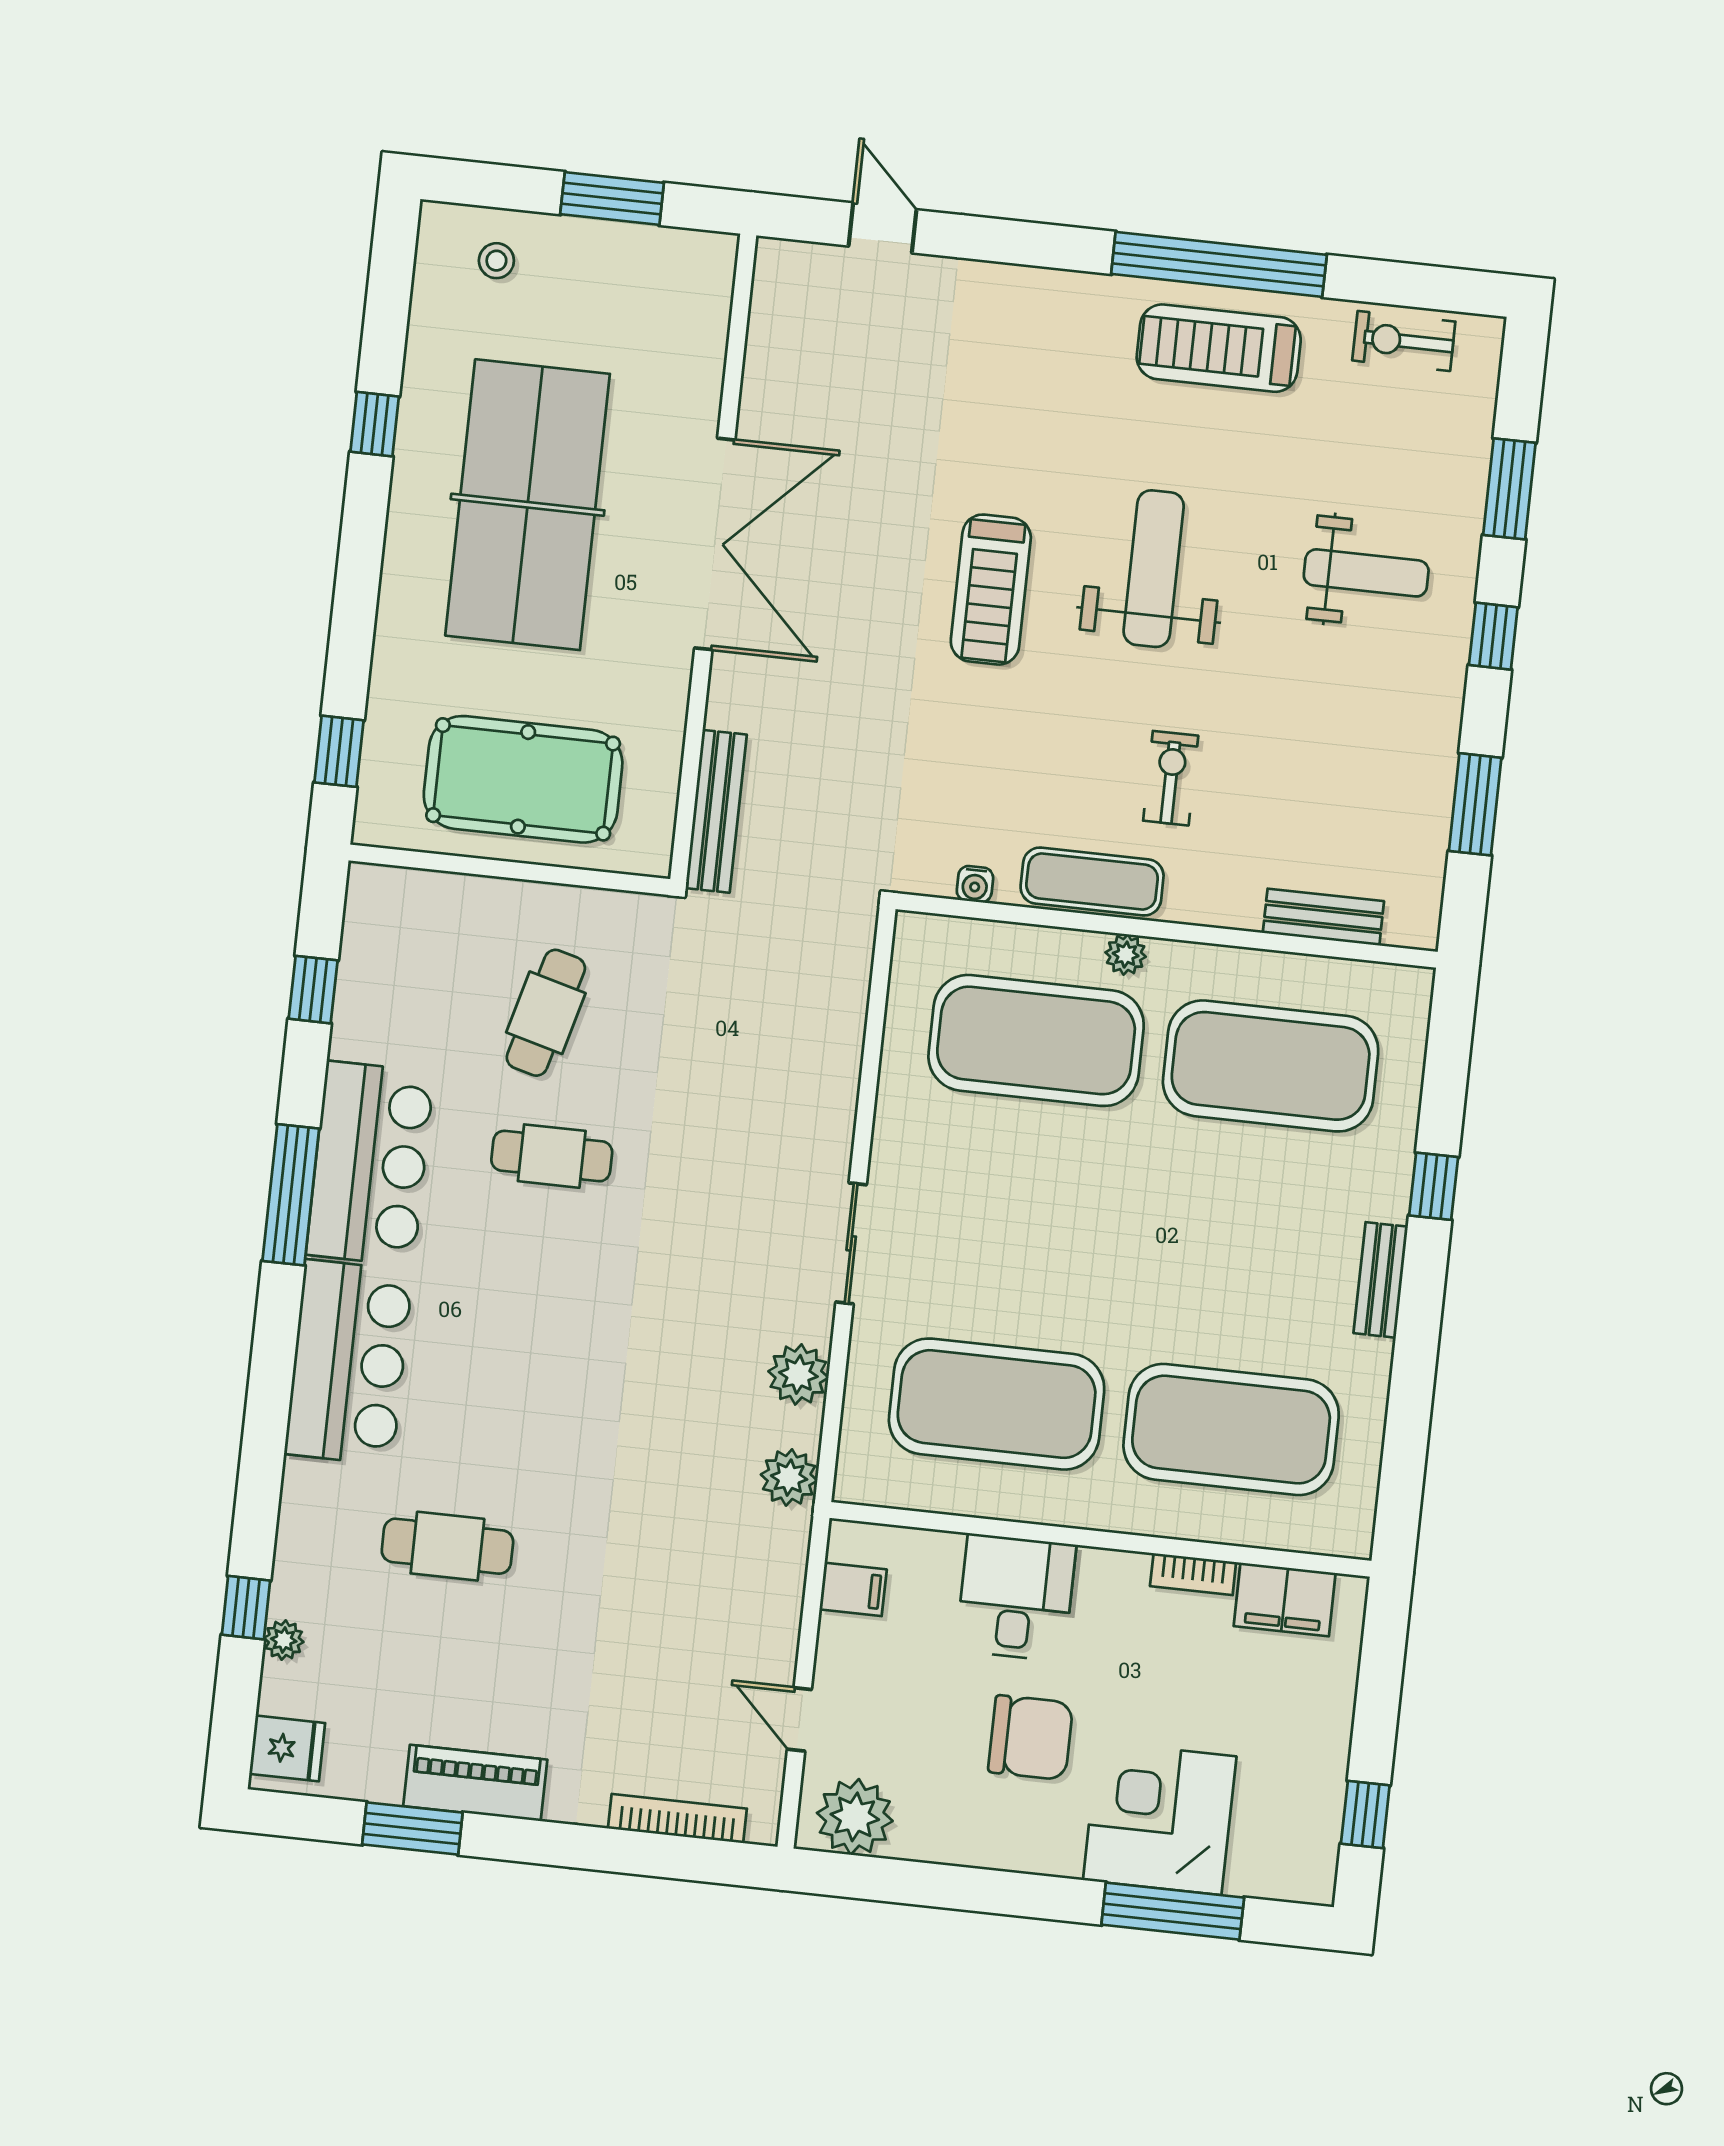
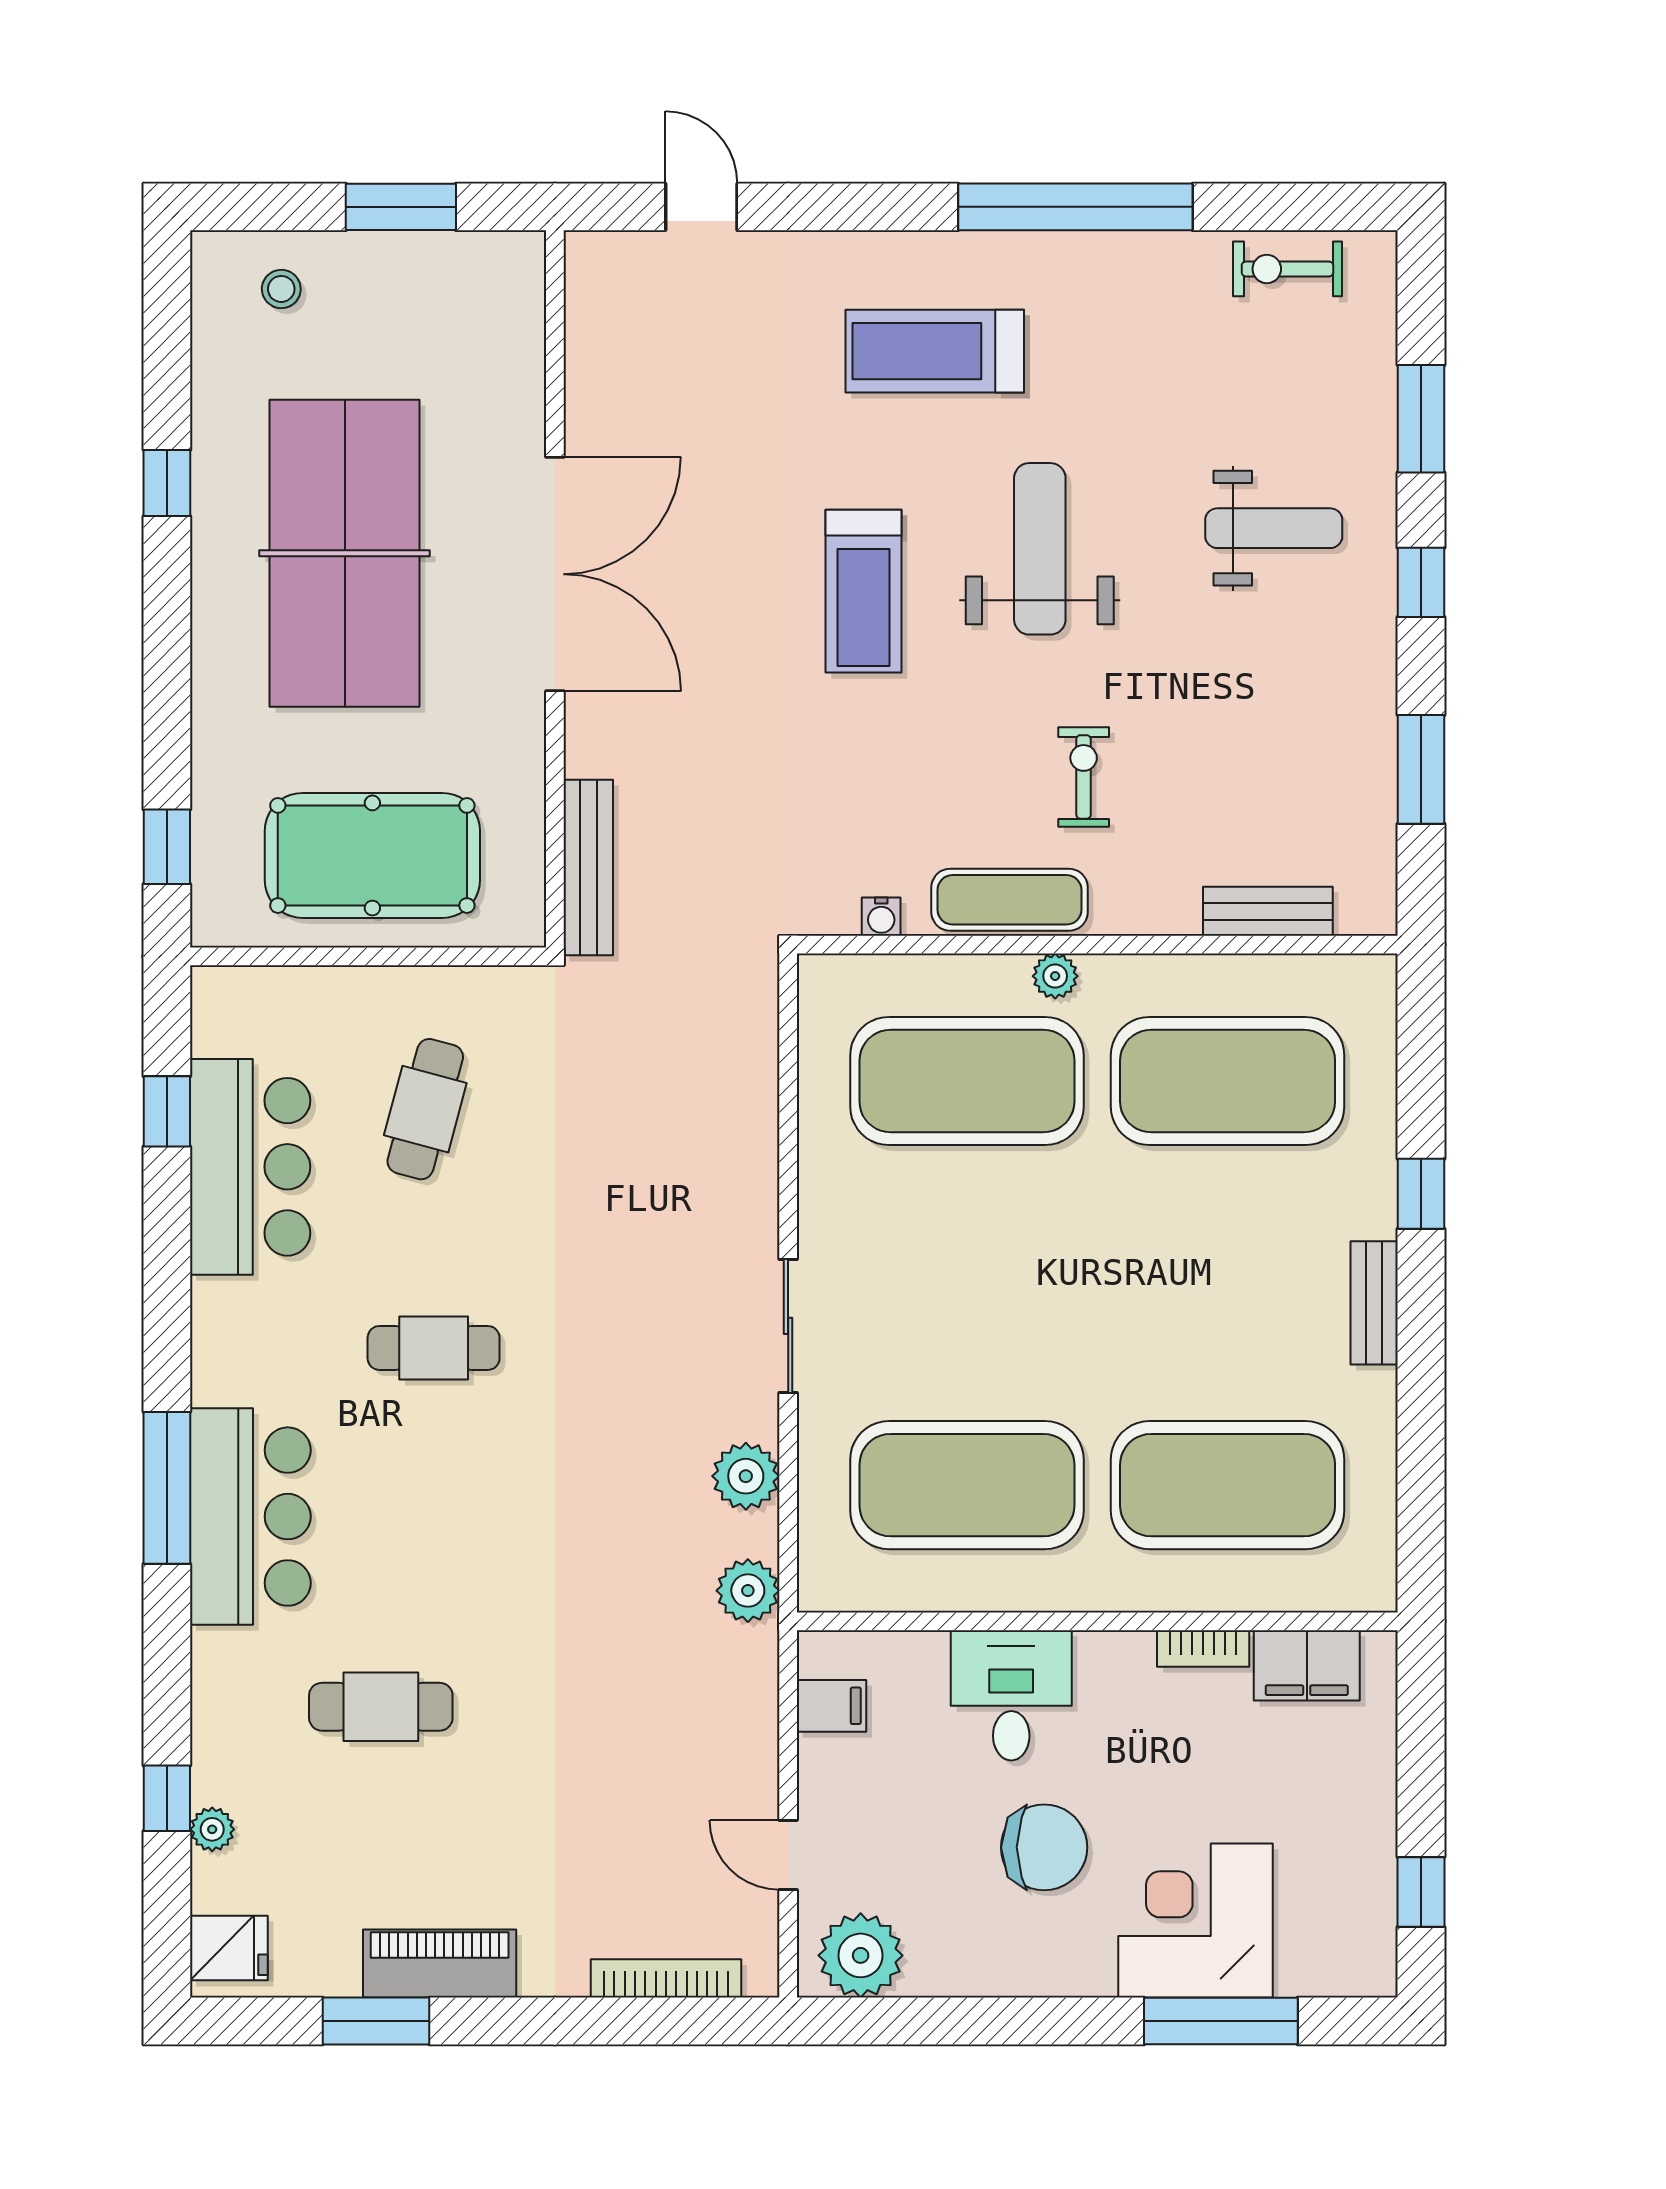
treadmill: (1219, 348) -> (935, 351), moved
cafe table: (552, 1156) -> (434, 1348), moved
bar counter: (370, 1163) -> (250, 1167), moved
window: (291, 1195) -> (167, 1488), moved

